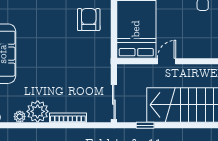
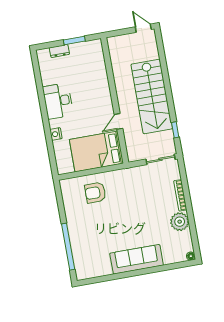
door: (166, 61) -> (119, 121), hinge flipped
plant: (20, 117) -> (187, 236), removed

